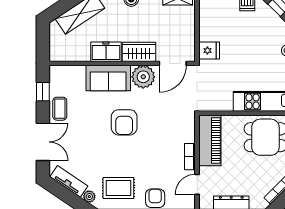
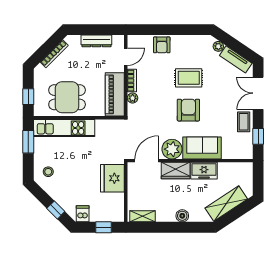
fridge: (209, 50) -> (112, 178), width x1.88, depth x1.34
plant: (189, 136) -> (133, 98), added
rug: (118, 188) -> (189, 78), moved

